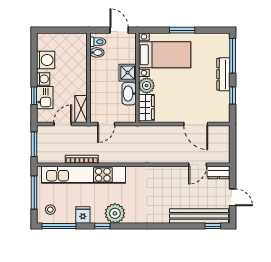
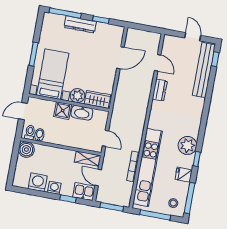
boiler: (79, 41) -> (26, 150), added
kitchen sink: (45, 98) -> (84, 192), moved
dresser: (219, 173) -> (160, 90), moved
door: (233, 197) -> (193, 37), hinge flipped

